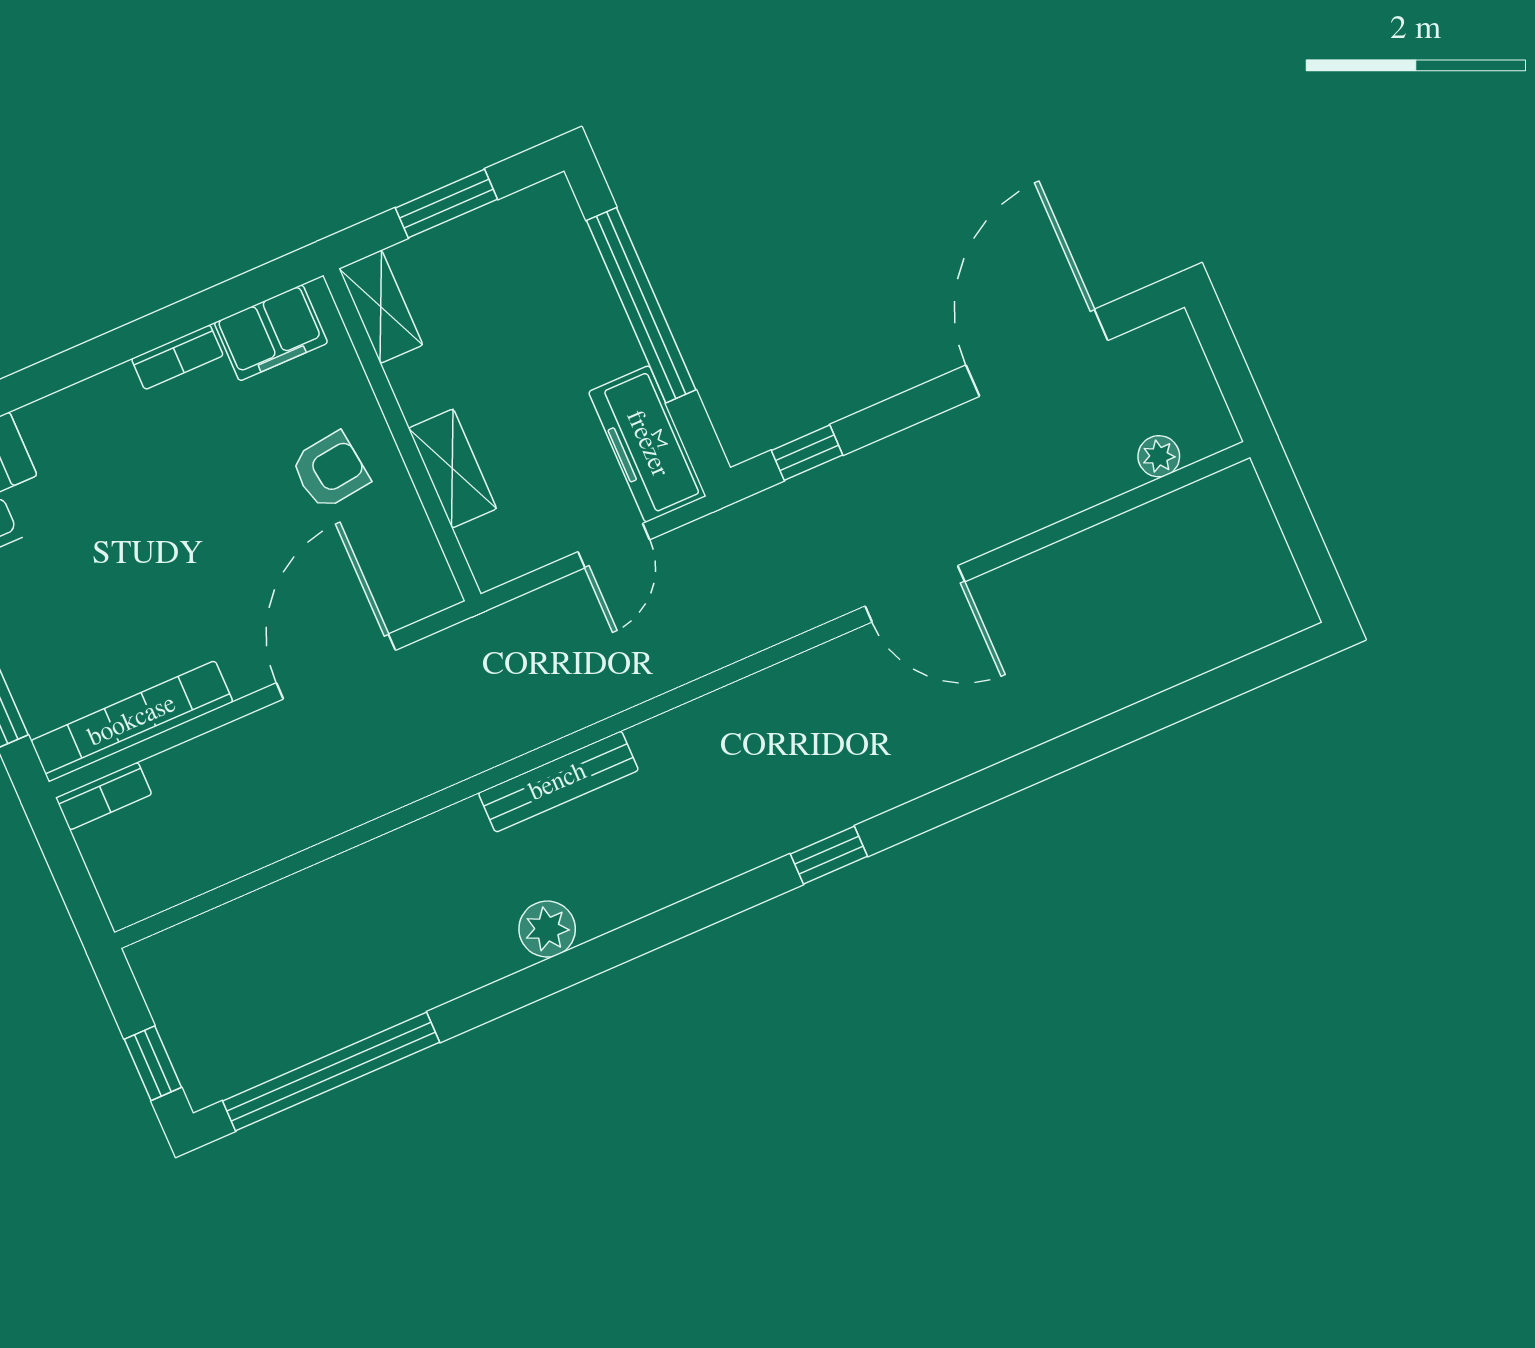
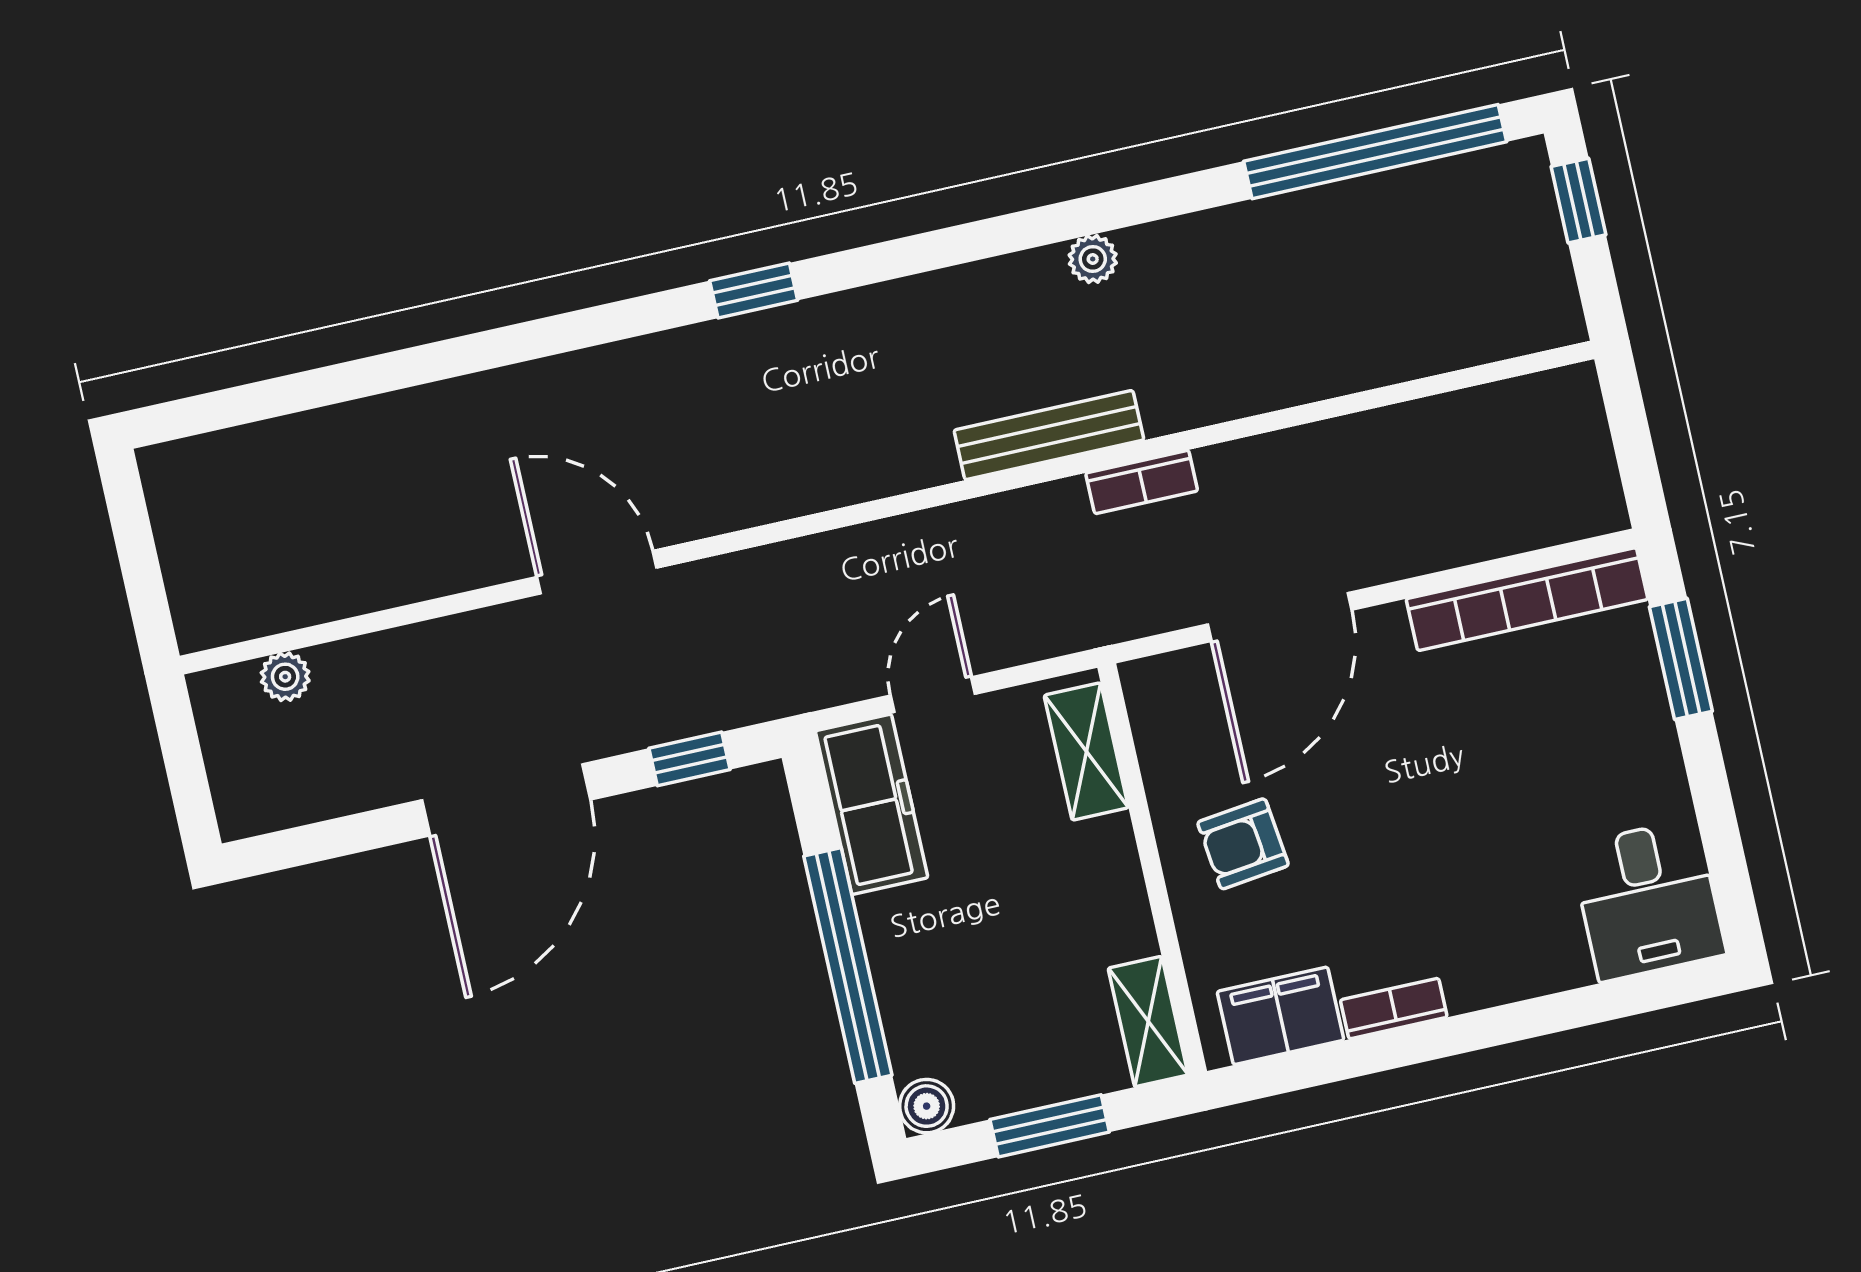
boiler: (553, 200) -> (927, 1106), added
door: (1037, 353) -> (506, 800), moved
shelving: (452, 469) -> (1086, 751), moved
bookcase: (104, 796) -> (1142, 482), moved, turned 180
plant: (547, 929) -> (1093, 259), width x0.73, depth x0.73

